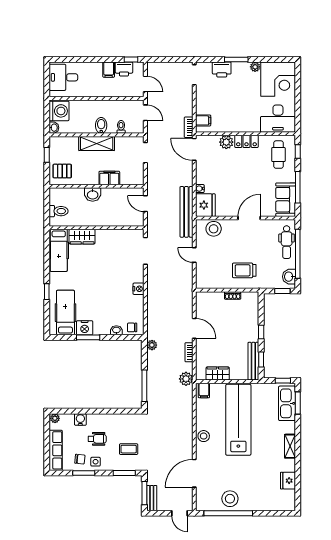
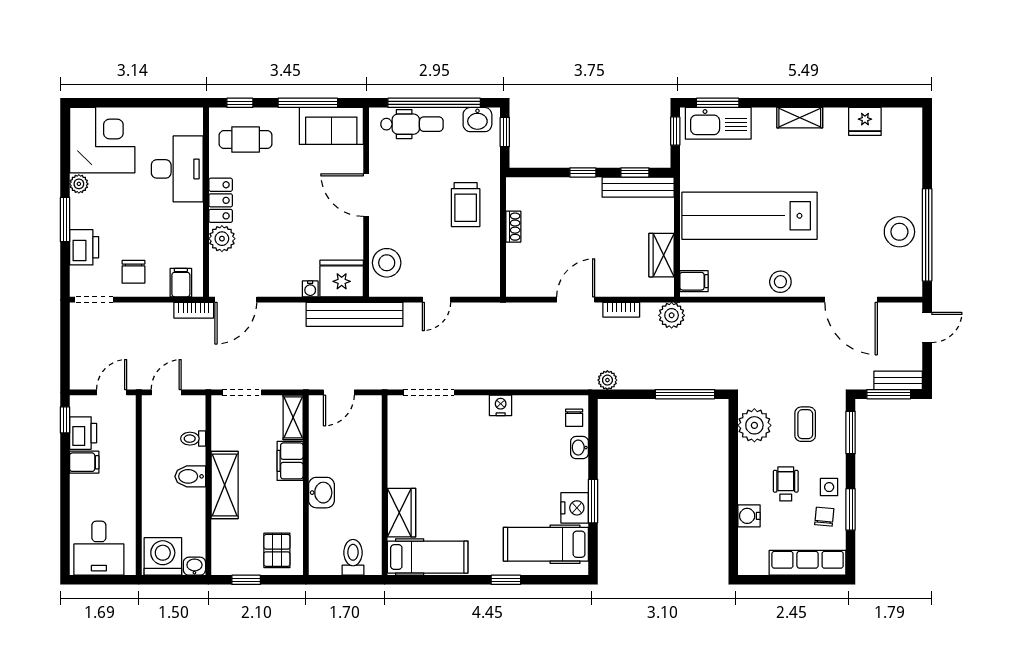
chair: (209, 95) -> (133, 272), added
desk: (278, 119) -> (177, 169), moved
shelving: (132, 180) -> (293, 417), added
plant: (55, 418) -> (754, 425), moved, width x1.88, depth x1.88

